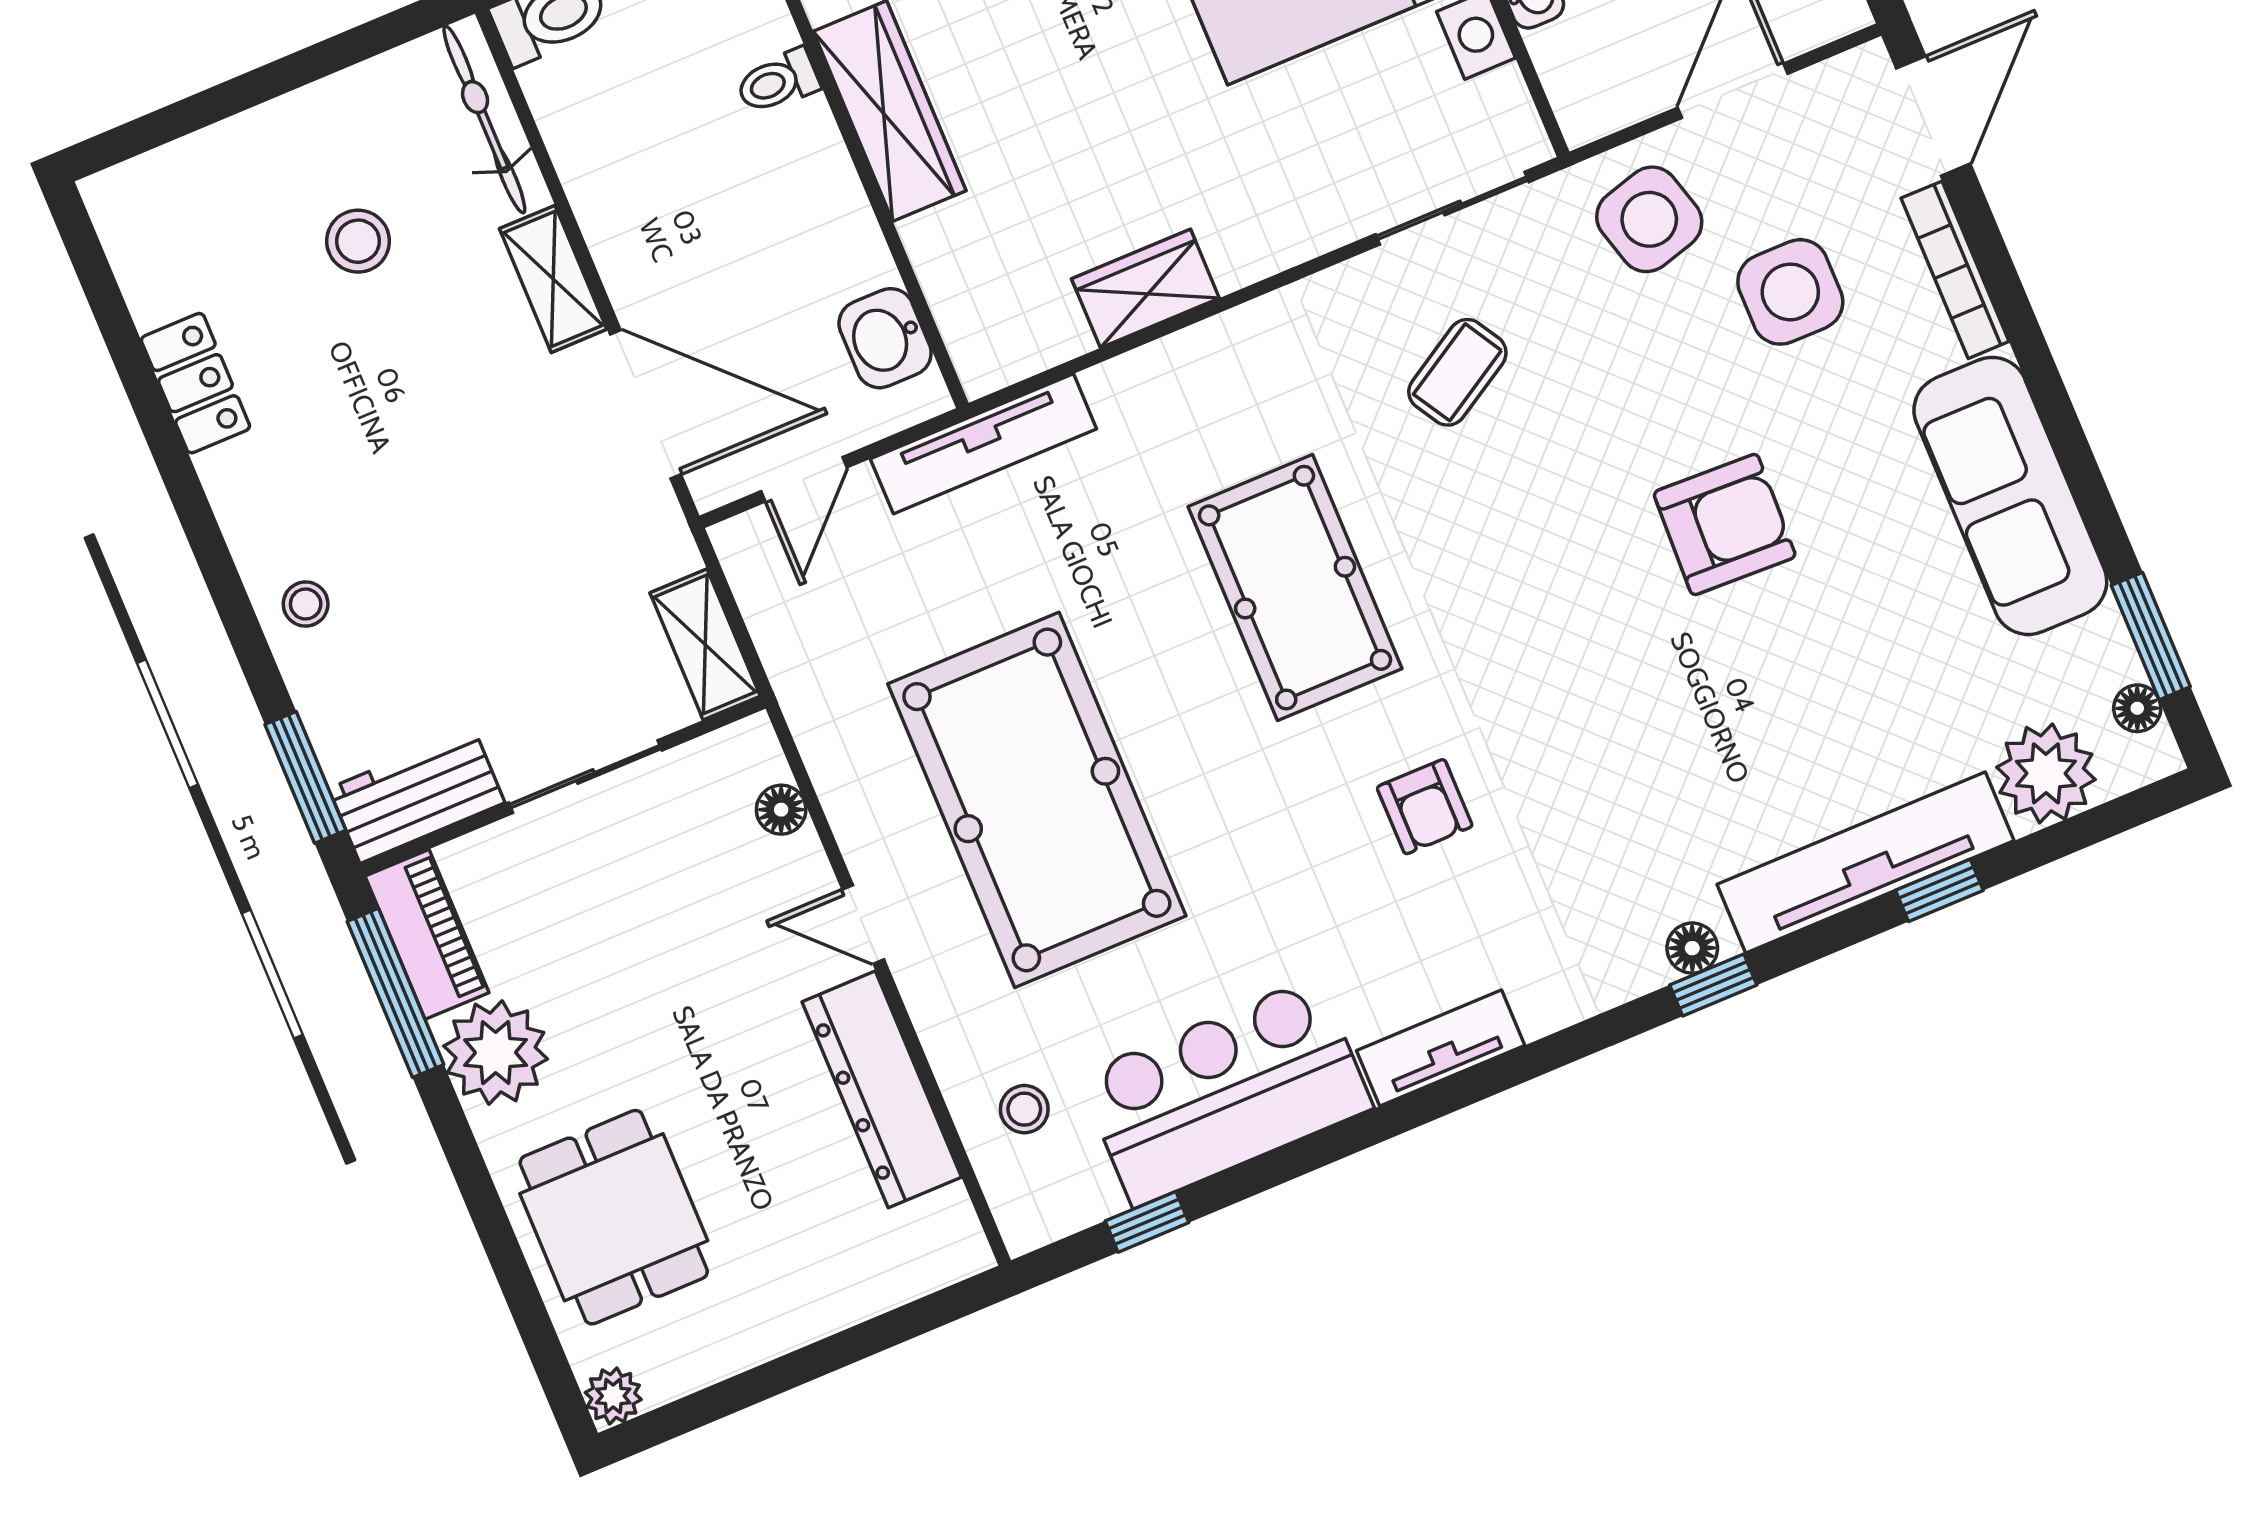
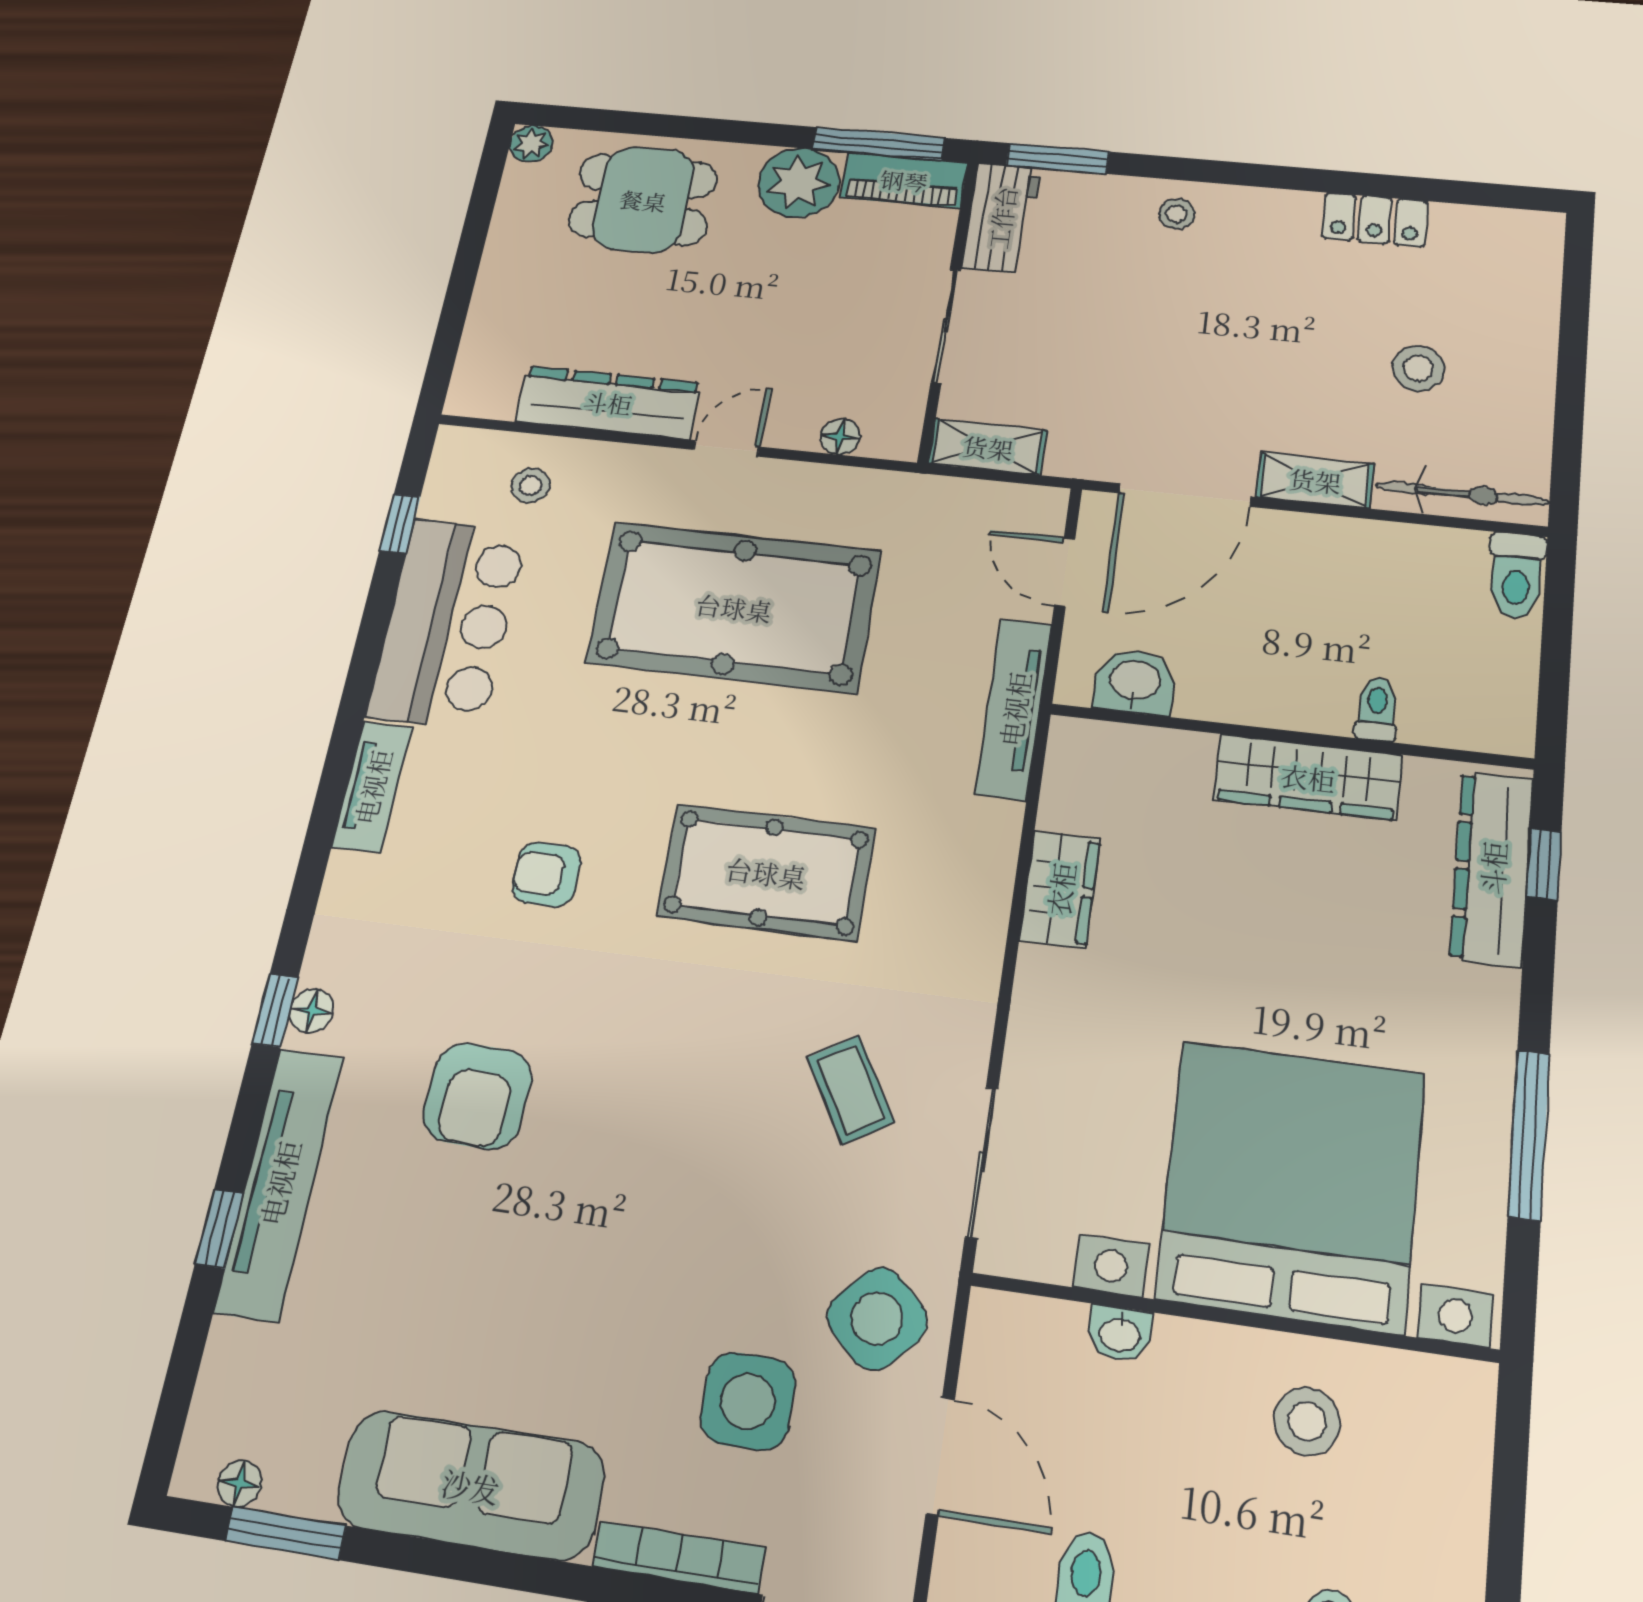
side table: (1649, 219) -> (877, 1319), turned -31
armchair: (1725, 525) -> (478, 1096), moved
plant: (2046, 773) -> (244, 1373), removed

